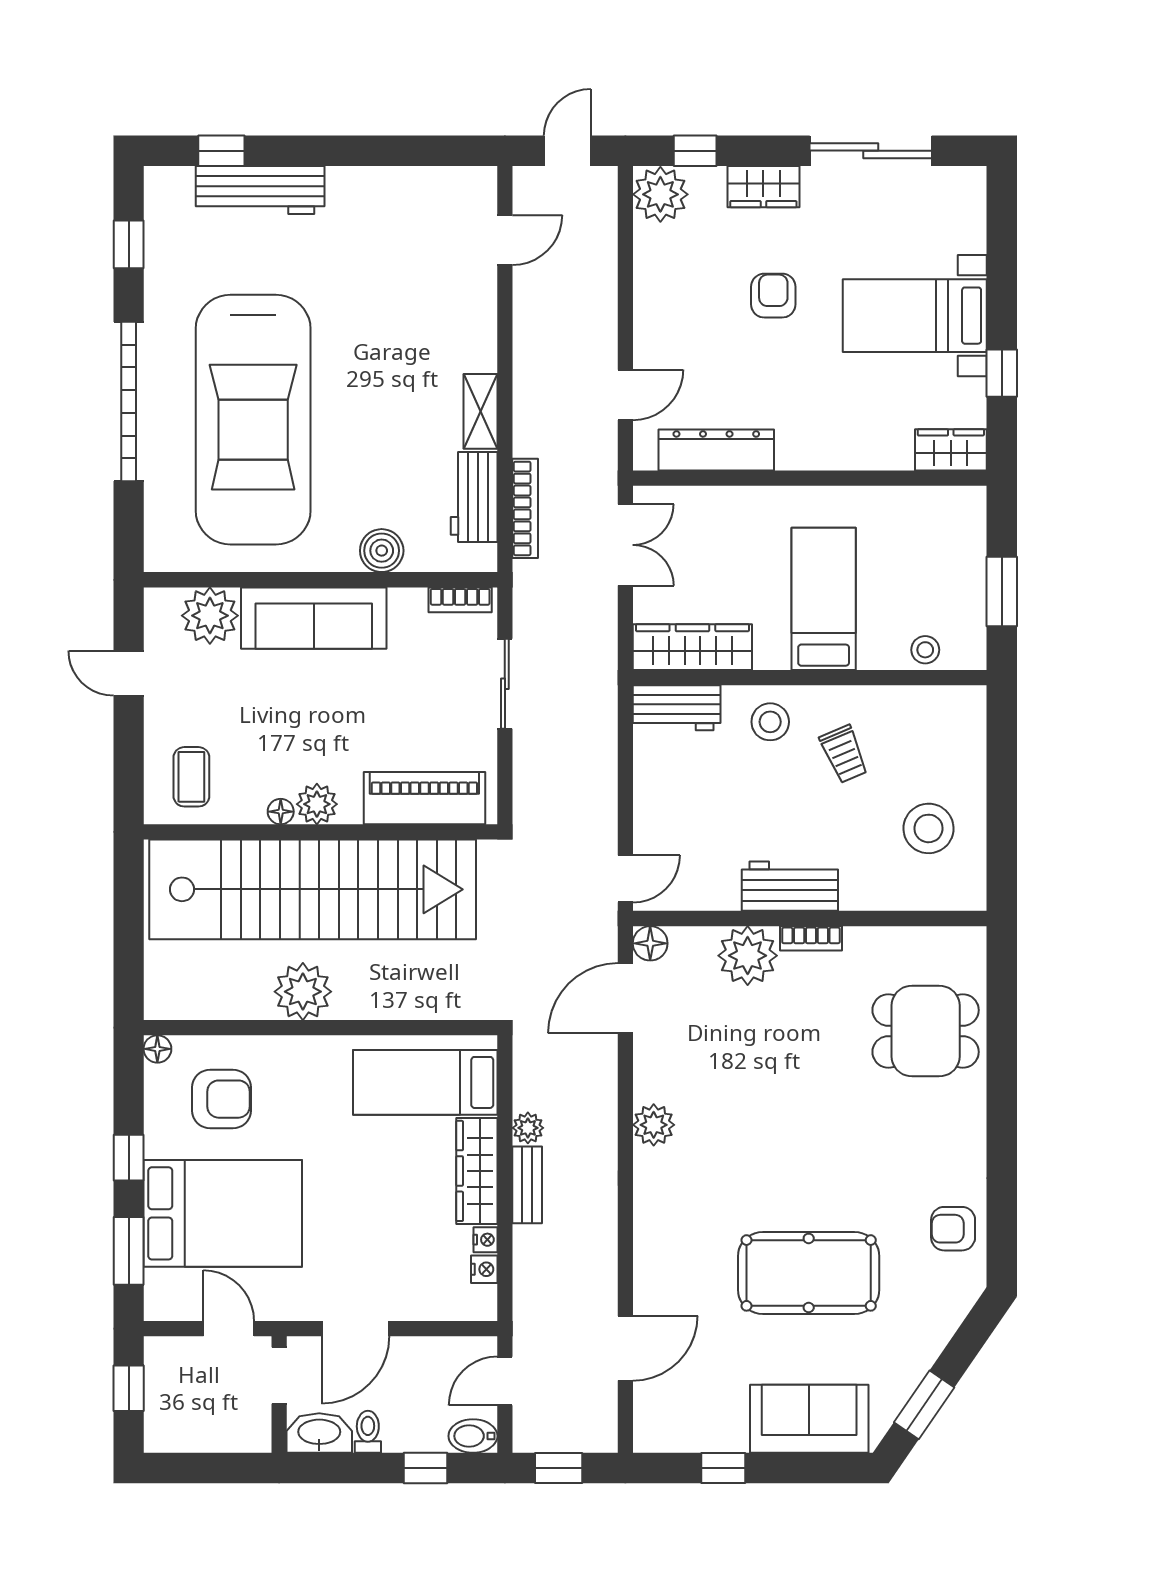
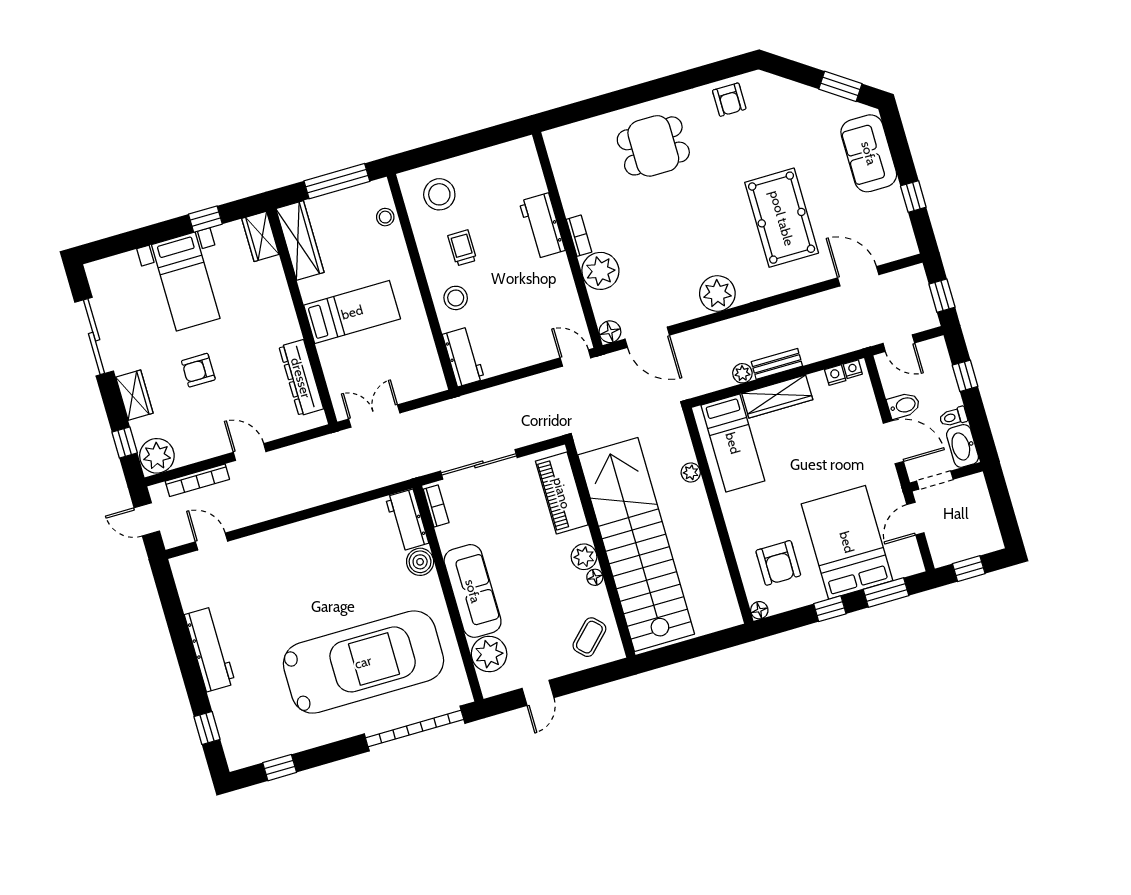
workbench: (260, 190) -> (210, 649), moved
door: (625, 395) -> (250, 452), moved
garage door: (129, 402) -> (415, 729), moved
shelving: (481, 411) -> (319, 526), removed
workbench: (474, 497) -> (407, 520), moved, turned 90
bookcase: (525, 508) -> (197, 480), moved, turned 180
window: (1002, 591) -> (337, 181), width x1.44
bed: (824, 599) -> (352, 312), moved, turned 180
wardrobe: (692, 647) -> (300, 240), moved, turned 180
sliding door: (505, 684) -> (479, 464), width x1.37
trolley: (844, 754) -> (462, 248), turned -67
coffee table: (191, 777) -> (589, 637), turned -45
stool: (928, 828) -> (439, 194), moved
workbench: (790, 886) -> (542, 226), moved
plant: (303, 992) -> (691, 473), moved, width x0.53, depth x0.53
dining table: (926, 1031) -> (653, 146), moved, turned 90
armchair: (222, 1099) -> (778, 563), turned 180
plant: (654, 1125) -> (717, 294), width x1.36, depth x1.36
nightstand: (485, 1240) -> (853, 369), moved
pool table: (809, 1273) -> (782, 218), moved
bidet: (473, 1436) -> (904, 406), moved, turned -90

